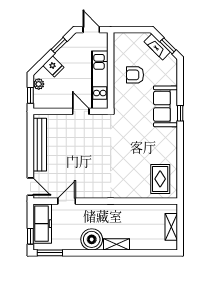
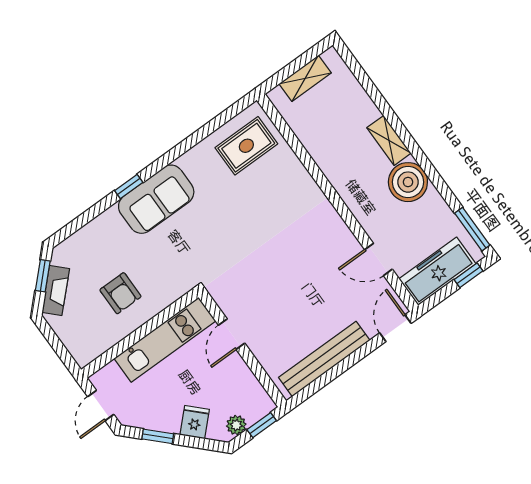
sofa: (165, 106) -> (156, 199), moved

